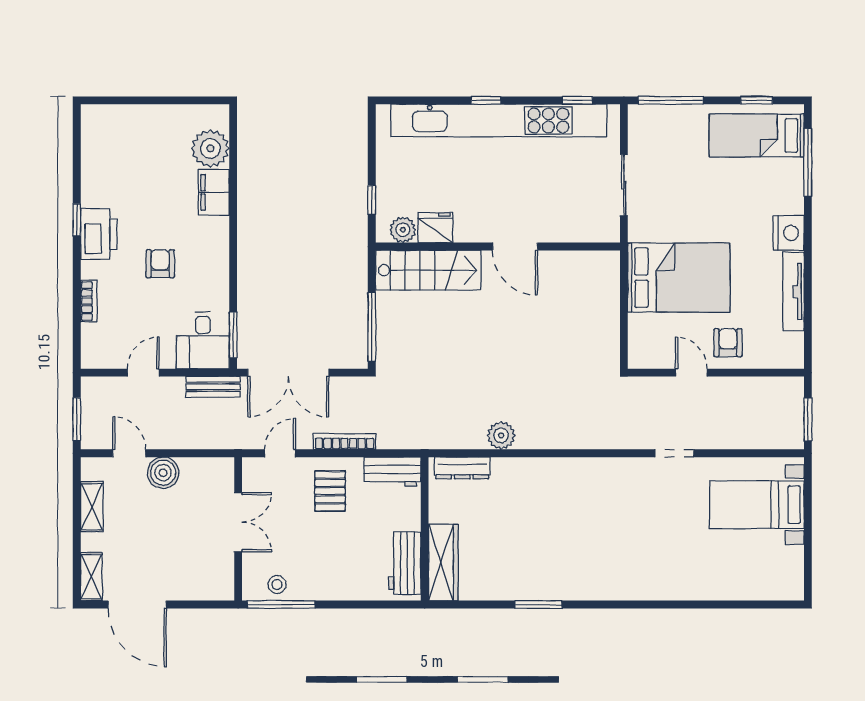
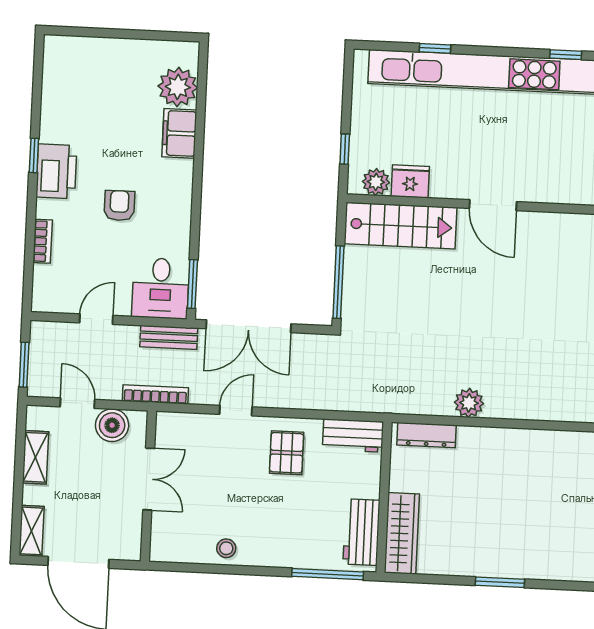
window: (486, 100) -> (435, 48), moved
bookcase: (345, 442) -> (155, 394), moved
double door: (238, 522) -> (149, 479), moved
wall: (238, 529) -> (148, 486), moved
window: (281, 605) -> (328, 574), moved

